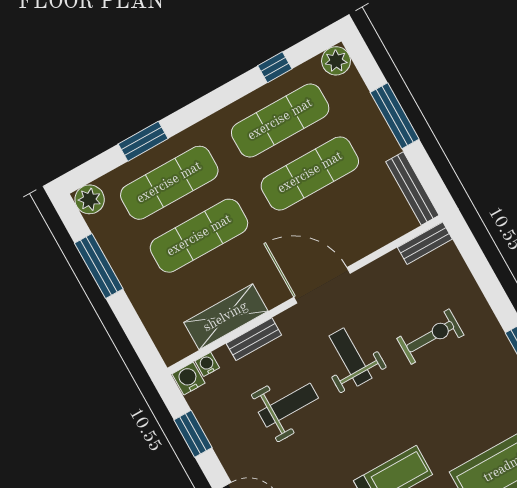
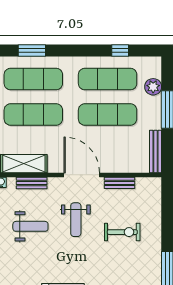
plant: (336, 61) -> (153, 87), moved
bench: (425, 243) -> (119, 183), moved
weight bench: (350, 357) -> (76, 220), turned 180

